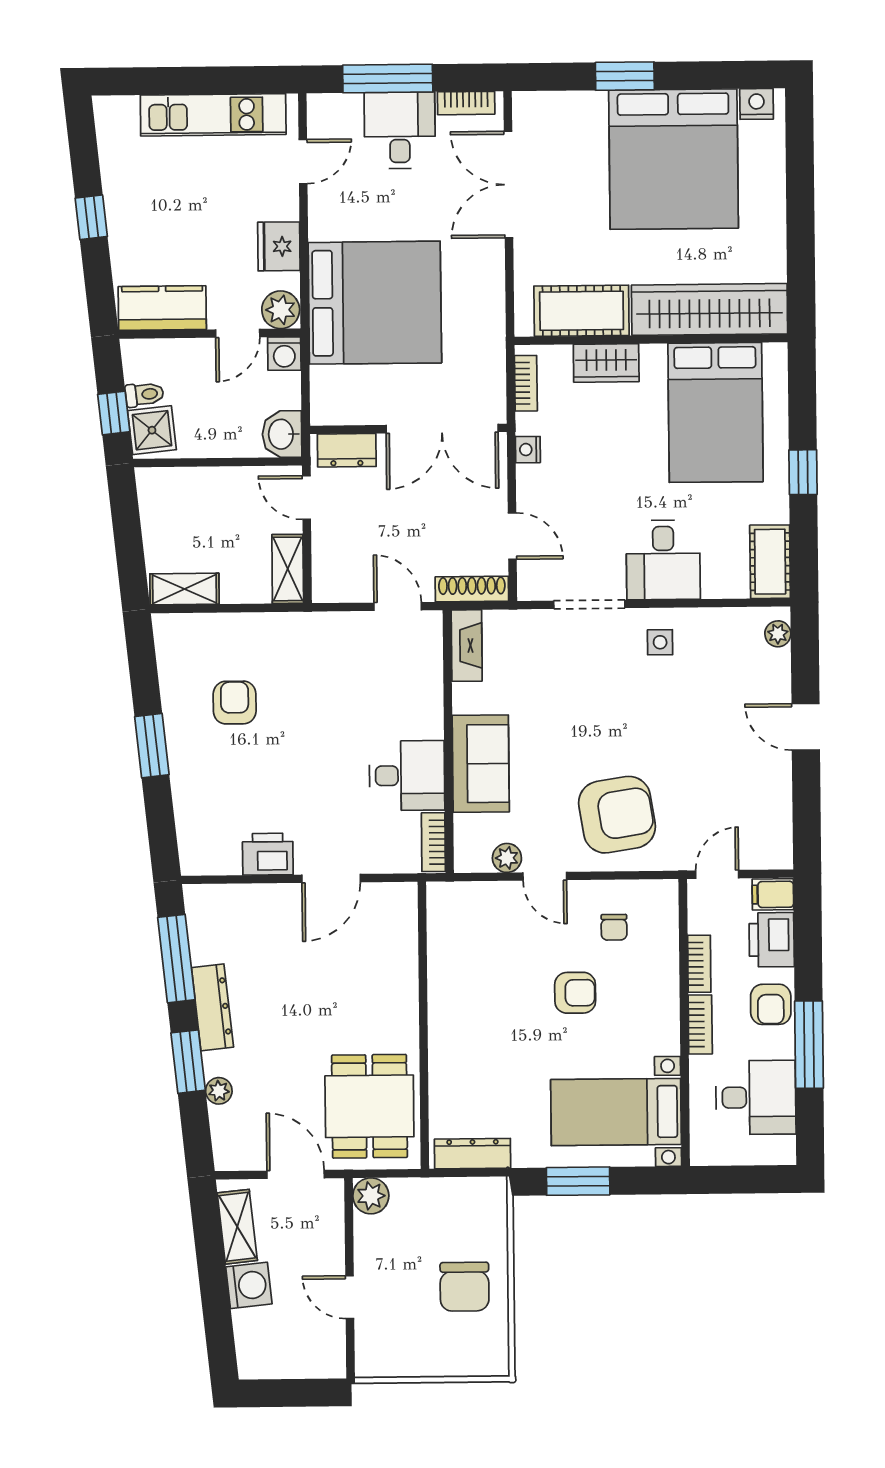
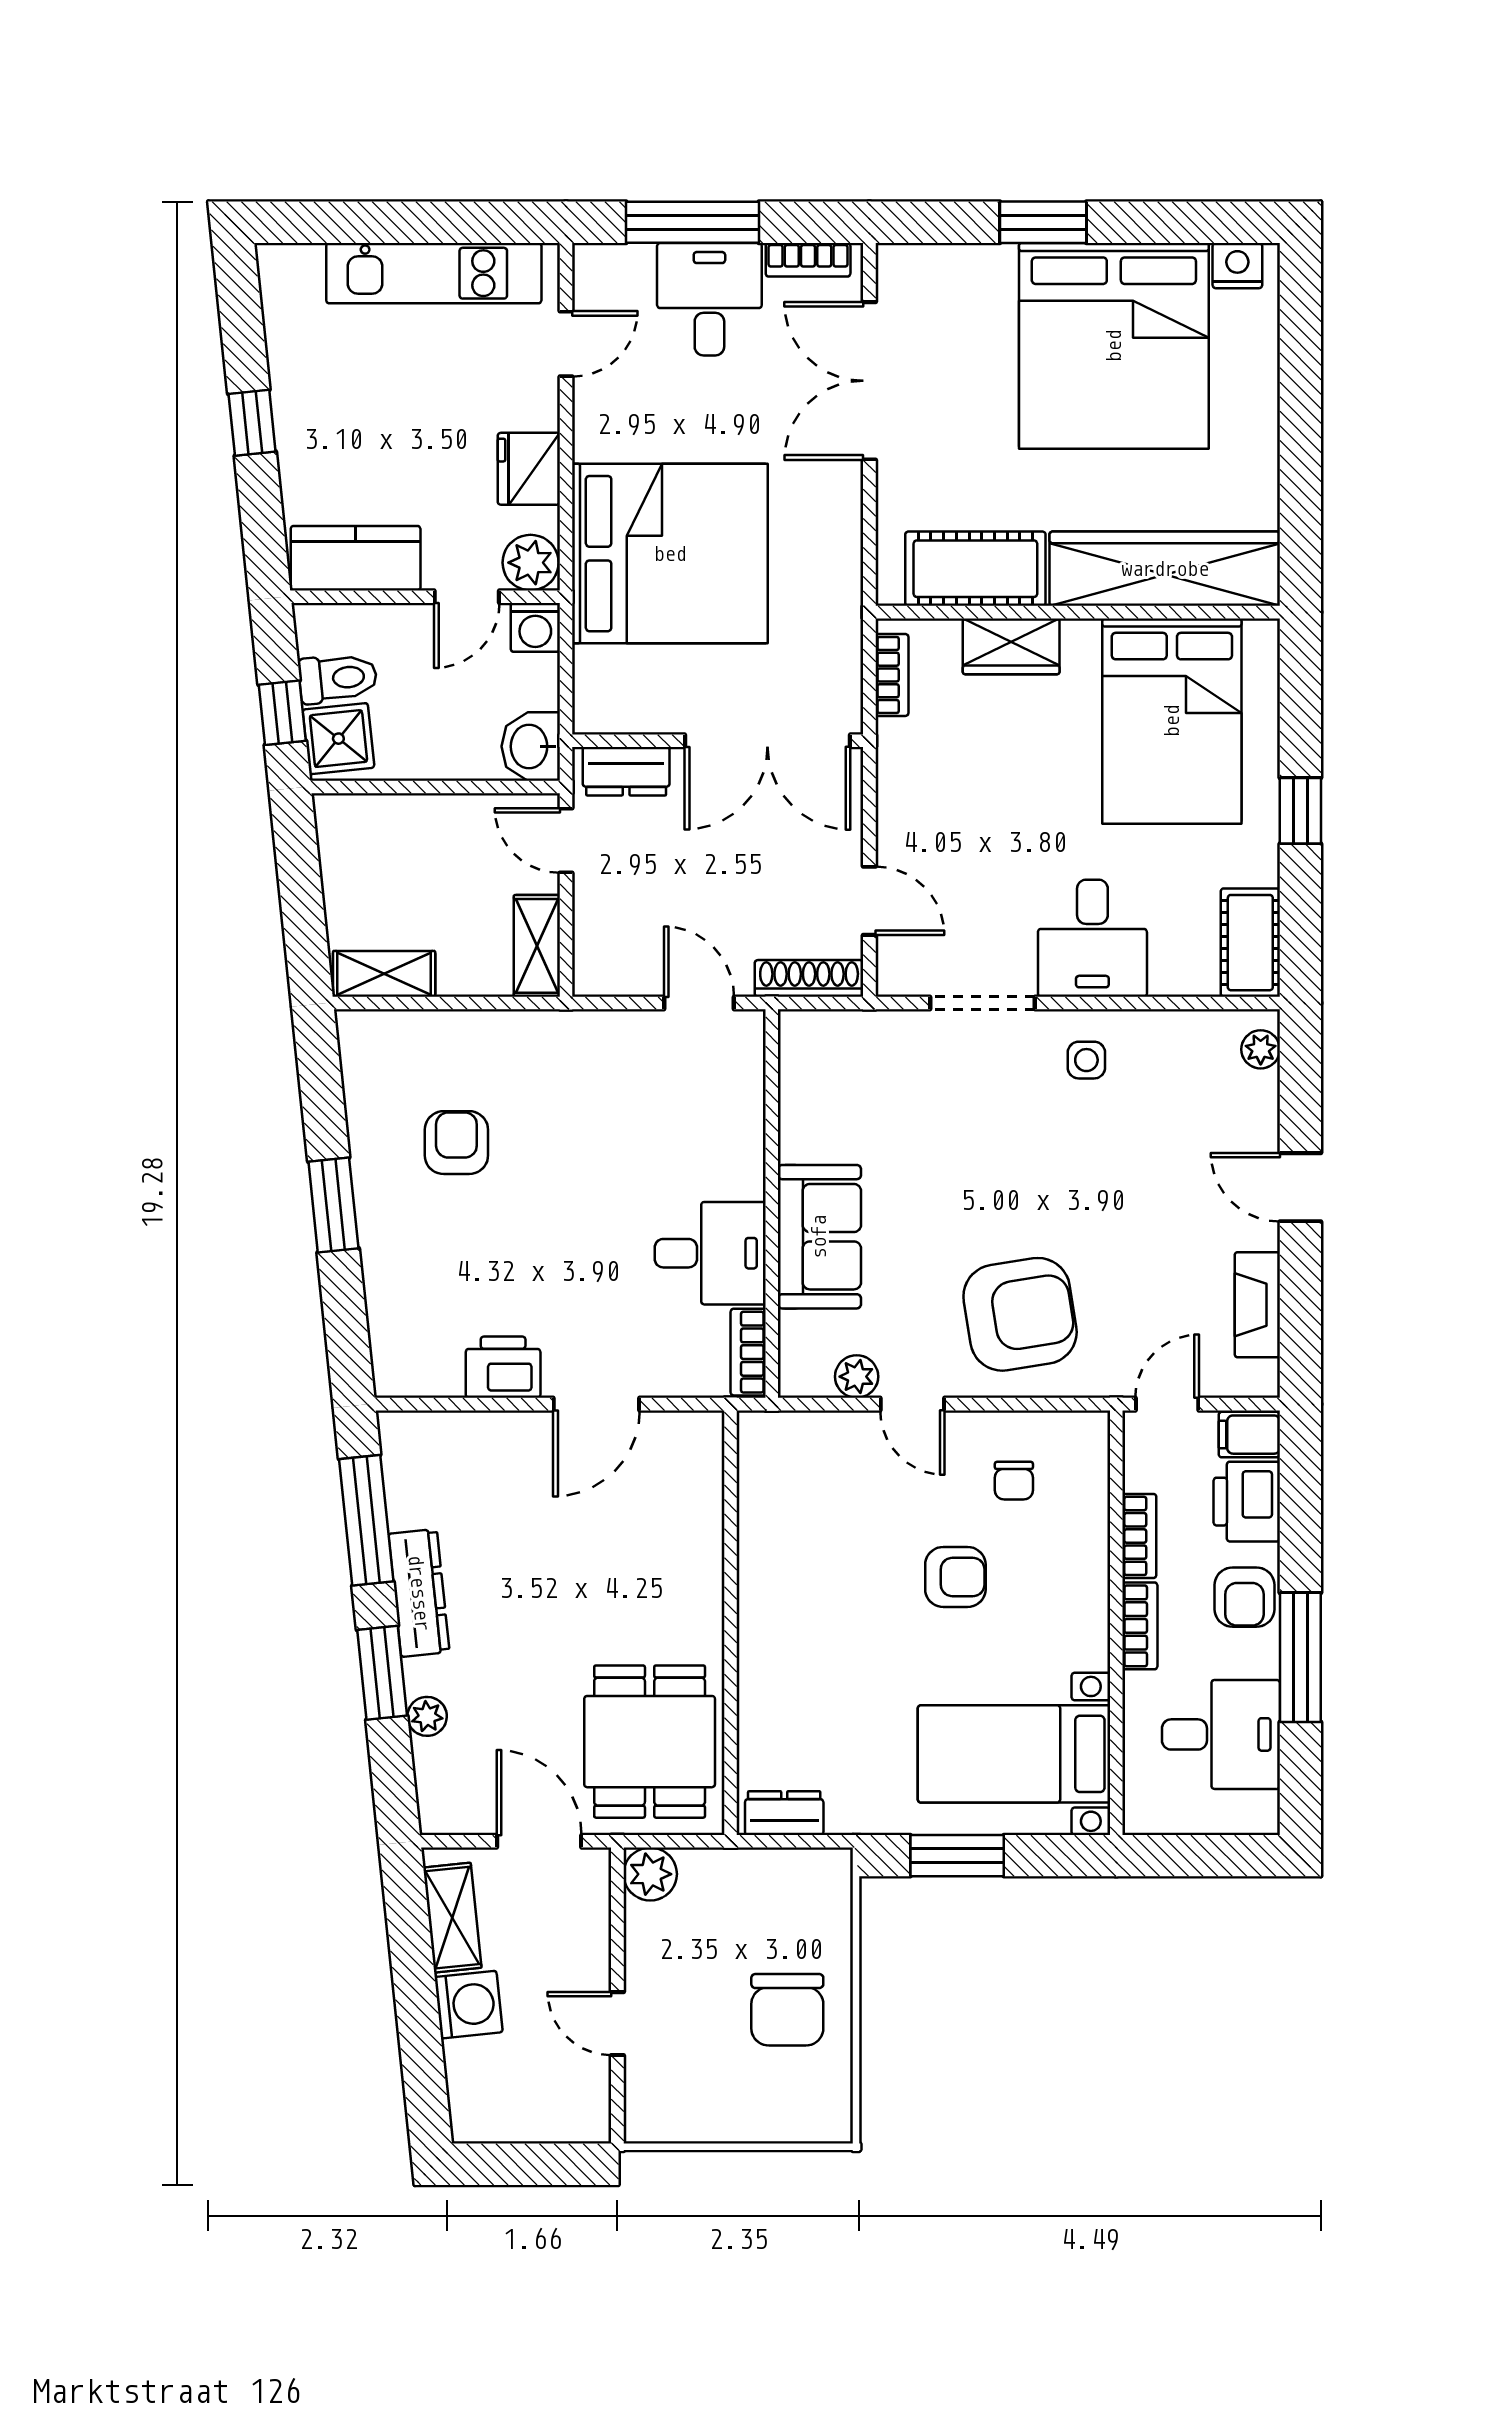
toilet: (144, 394) -> (338, 678), width x1.37, depth x1.39
nightstand: (528, 450) -> (894, 773), removed
fireplace: (467, 646) -> (1257, 1305), moved, turned 180
dresser: (473, 1154) -> (784, 1813), width x0.70

